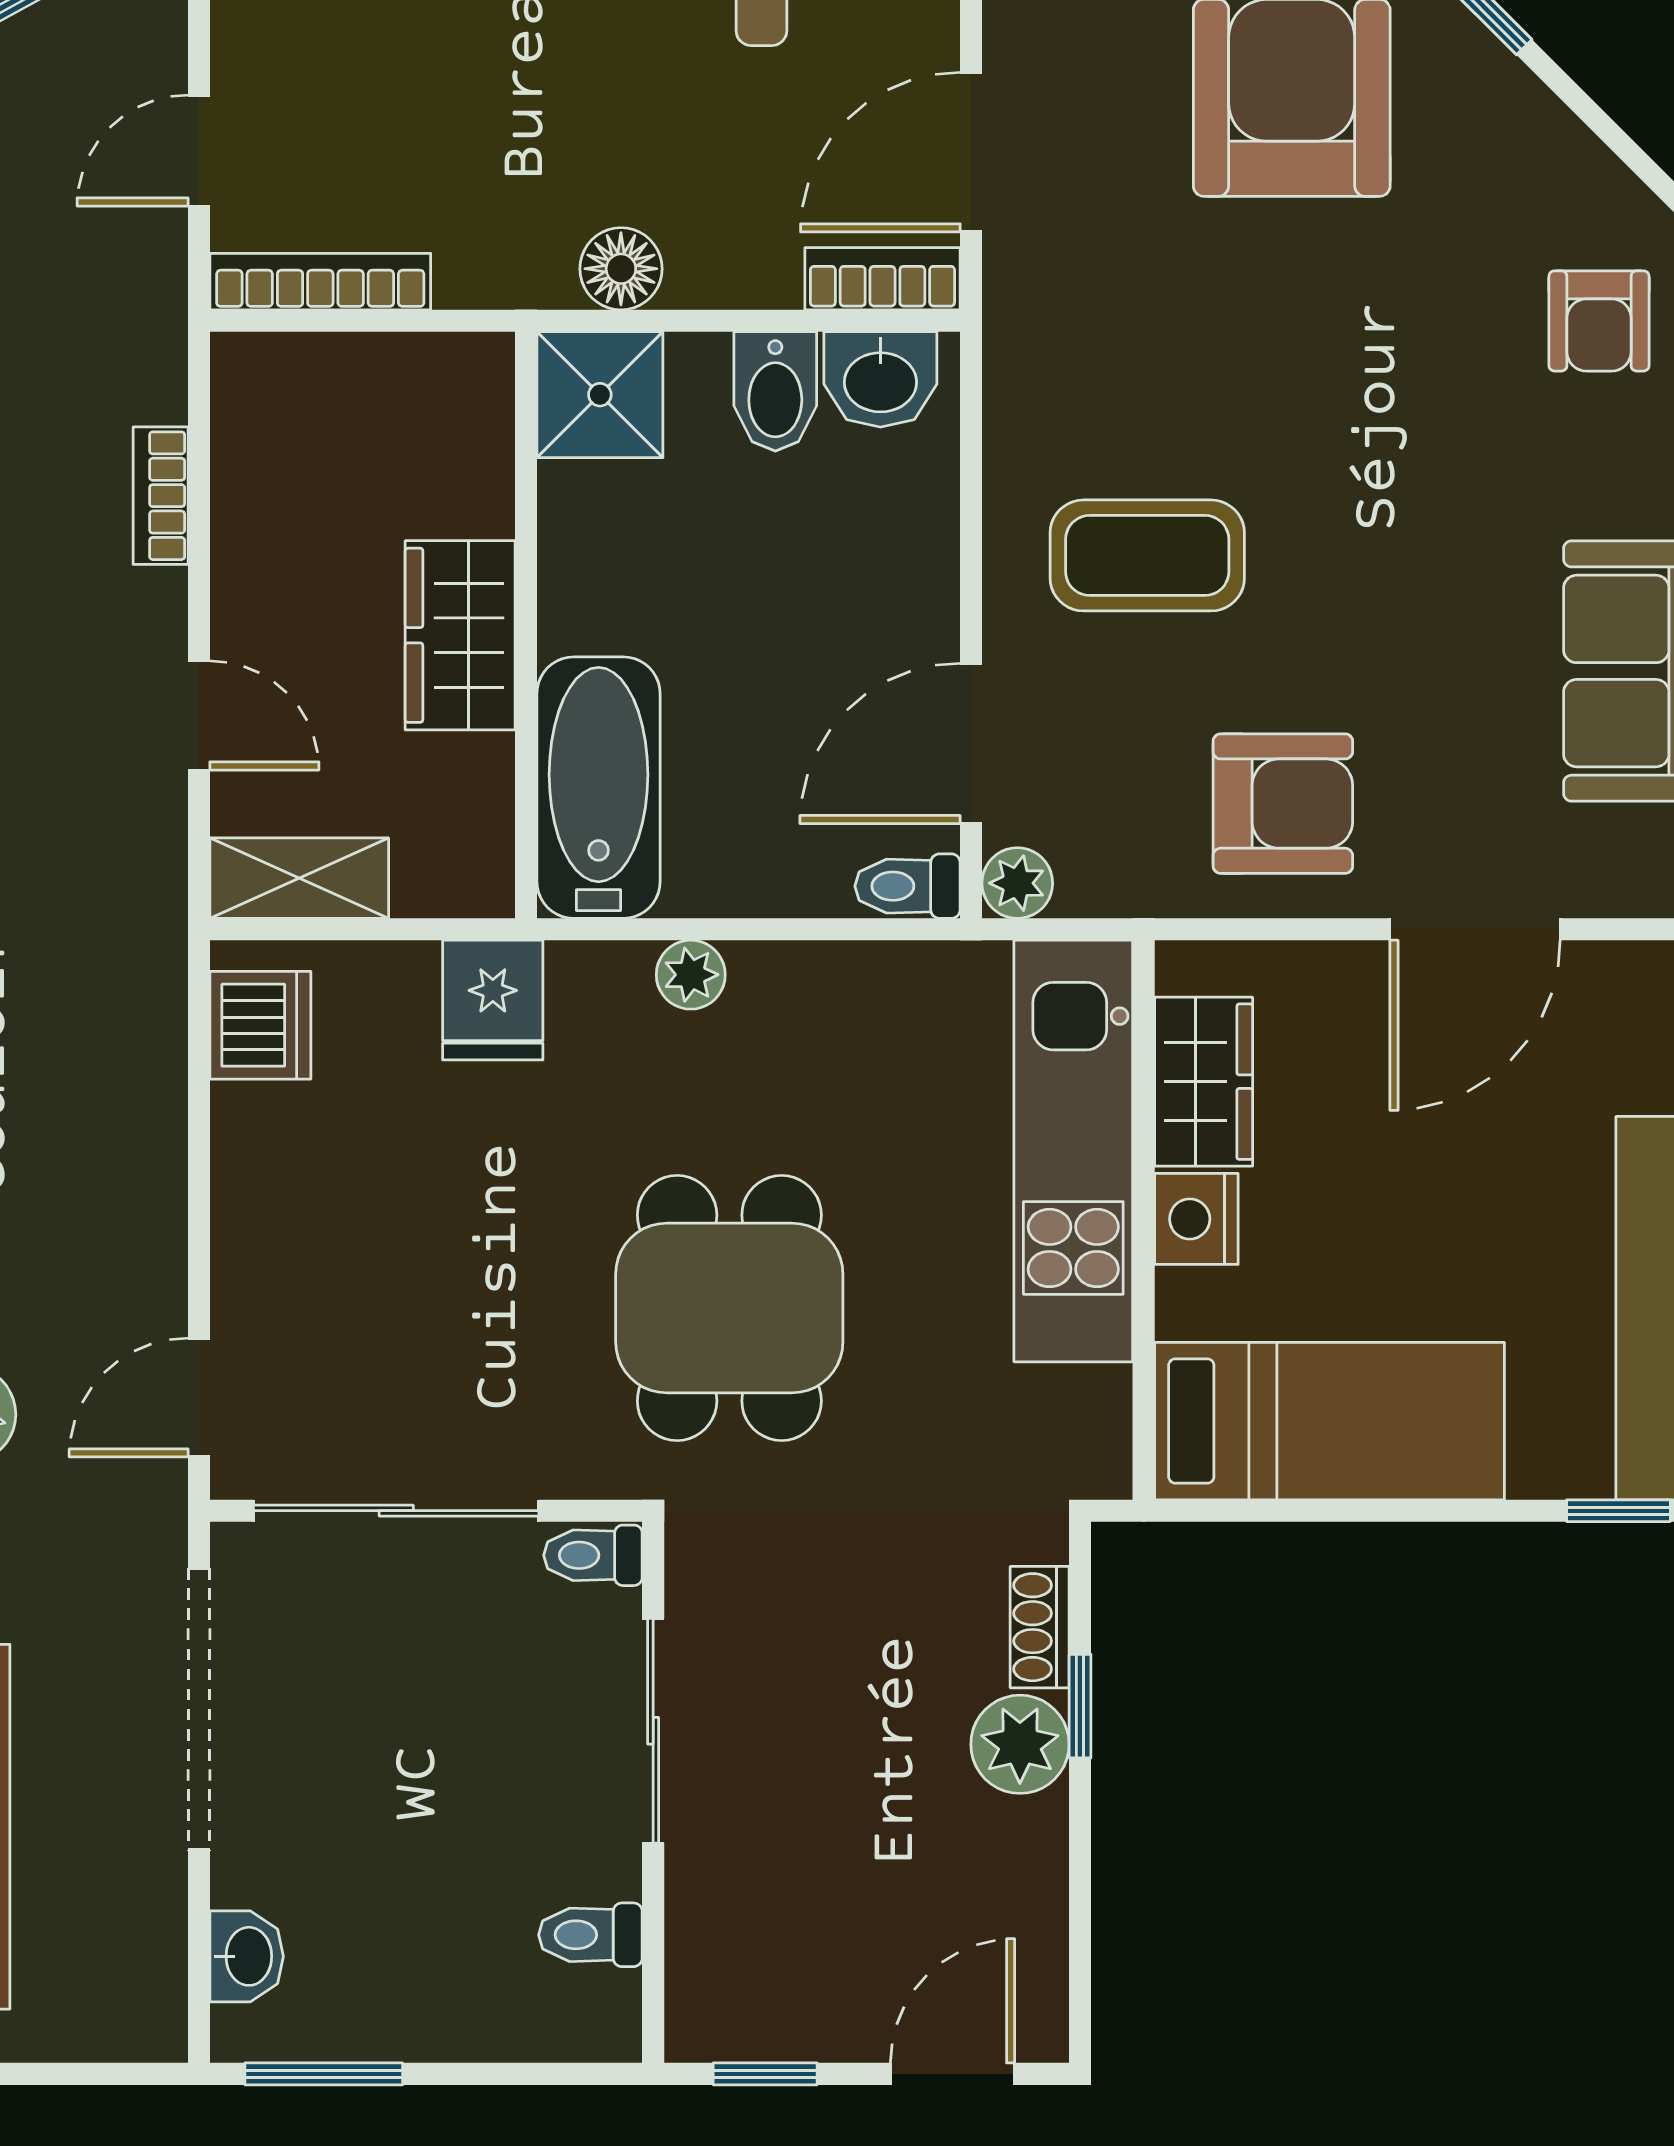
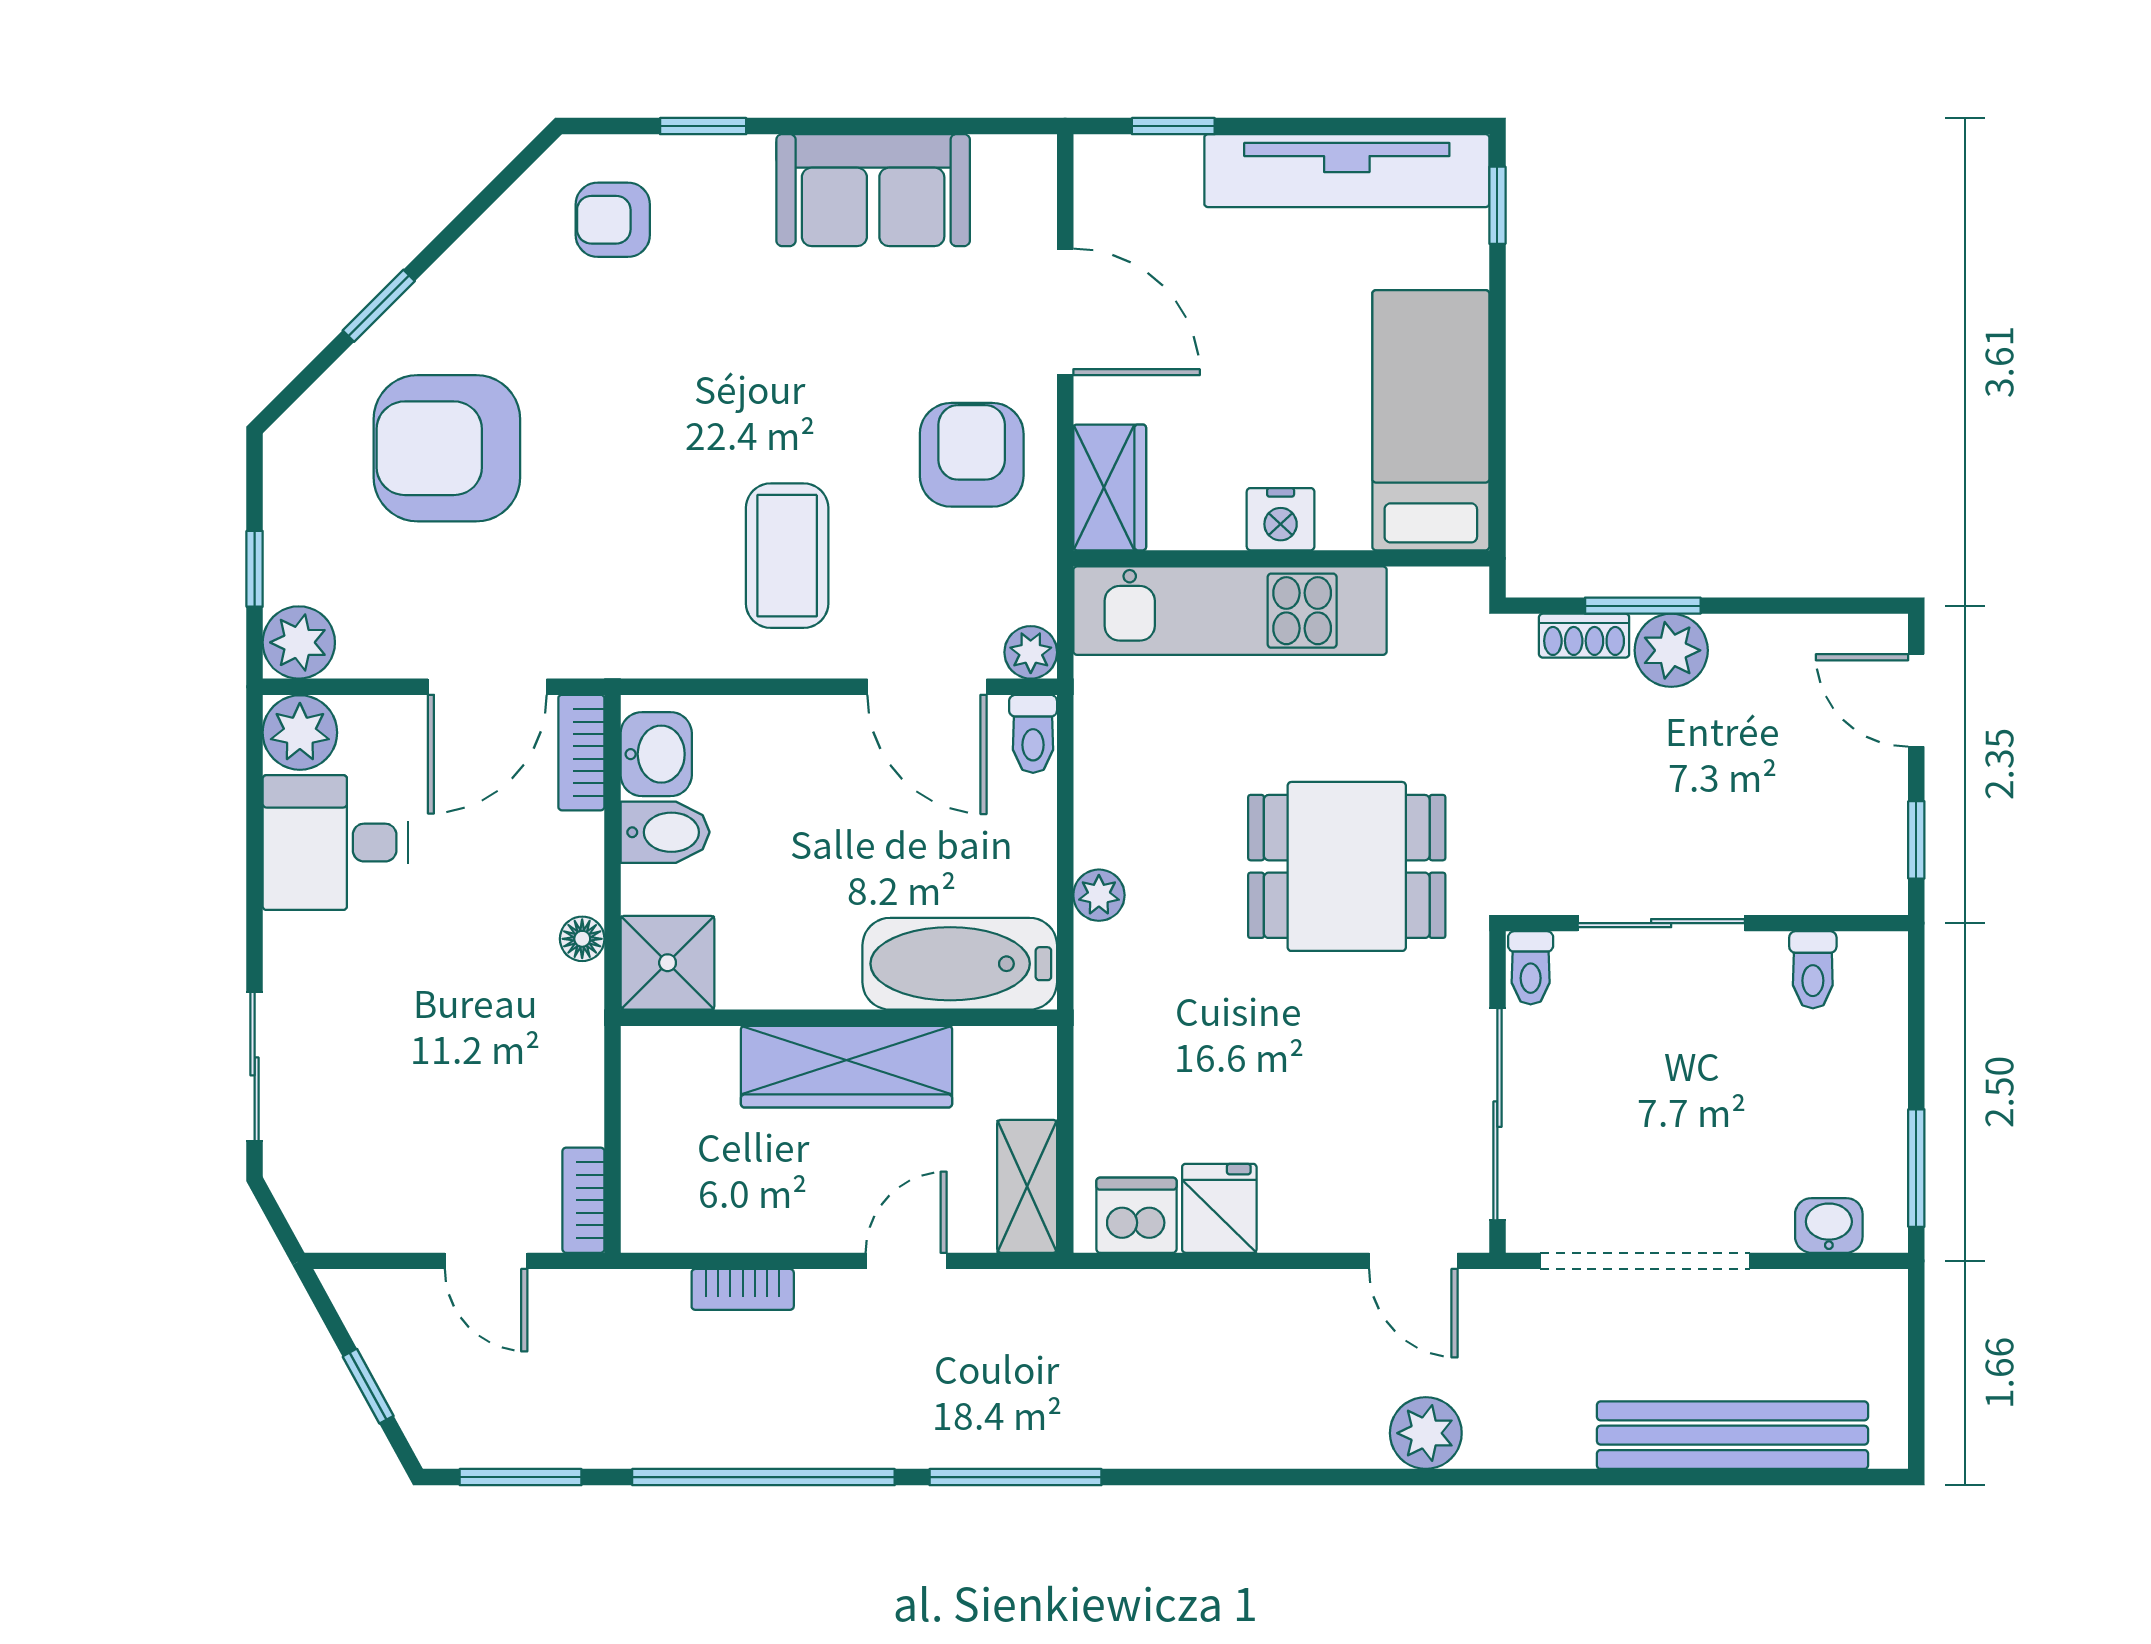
door: (971, 152) -> (487, 687), hinge flipped
floor lamp: (621, 269) -> (582, 939), width x0.73, depth x0.73
bookcase: (320, 282) -> (583, 1200), width x0.64
armchair: (1599, 321) -> (613, 220), turned 180
wardrobe: (460, 635) -> (846, 1067), width x1.50
fridge: (493, 1000) -> (1219, 1208), moved, turned -90
wardrobe: (1204, 1082) -> (1110, 487), moved, turned 90
window: (1080, 1706) -> (1643, 606), width x1.50

